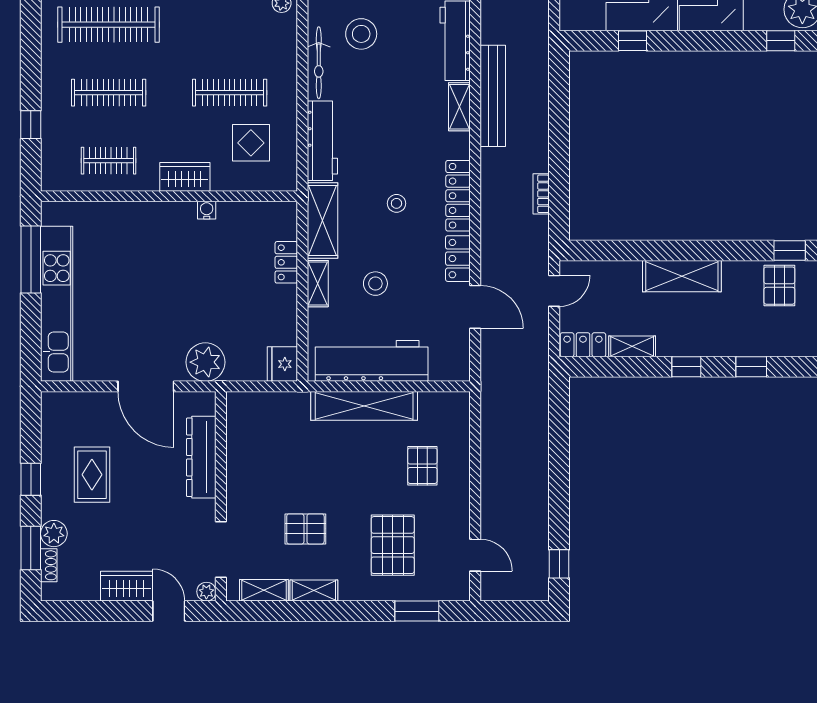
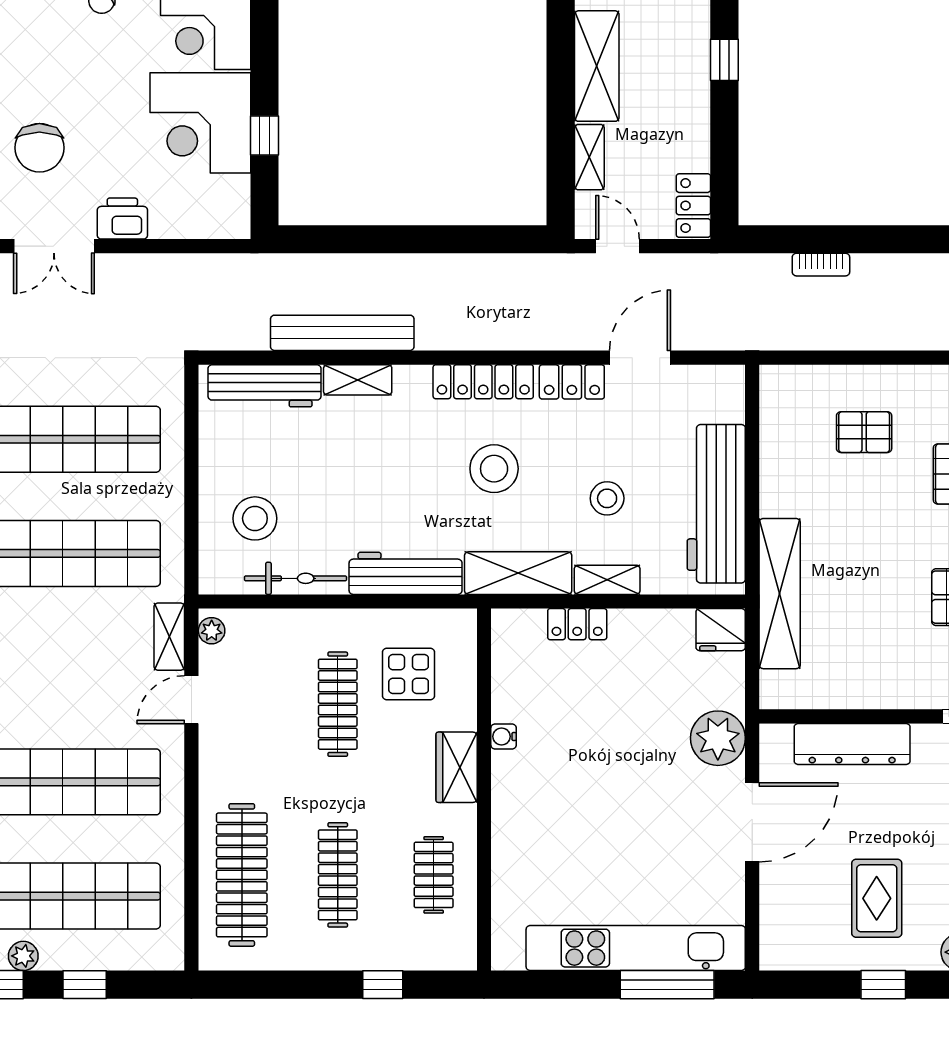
bookcase: (541, 194) -> (821, 265), moved
stool: (396, 203) -> (494, 469), width x1.89, depth x1.89
window: (31, 260) -> (667, 985), moved
shelving: (632, 346) -> (589, 157), moved
shelving: (364, 406) -> (780, 594), moved
rug: (92, 475) -> (877, 898), turned 90

